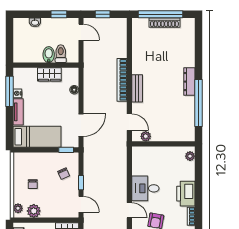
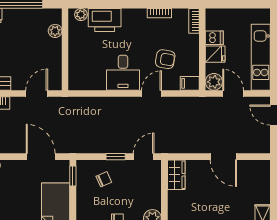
plant: (146, 136) -> (55, 31), moved
printer: (186, 194) -> (105, 20), moved

